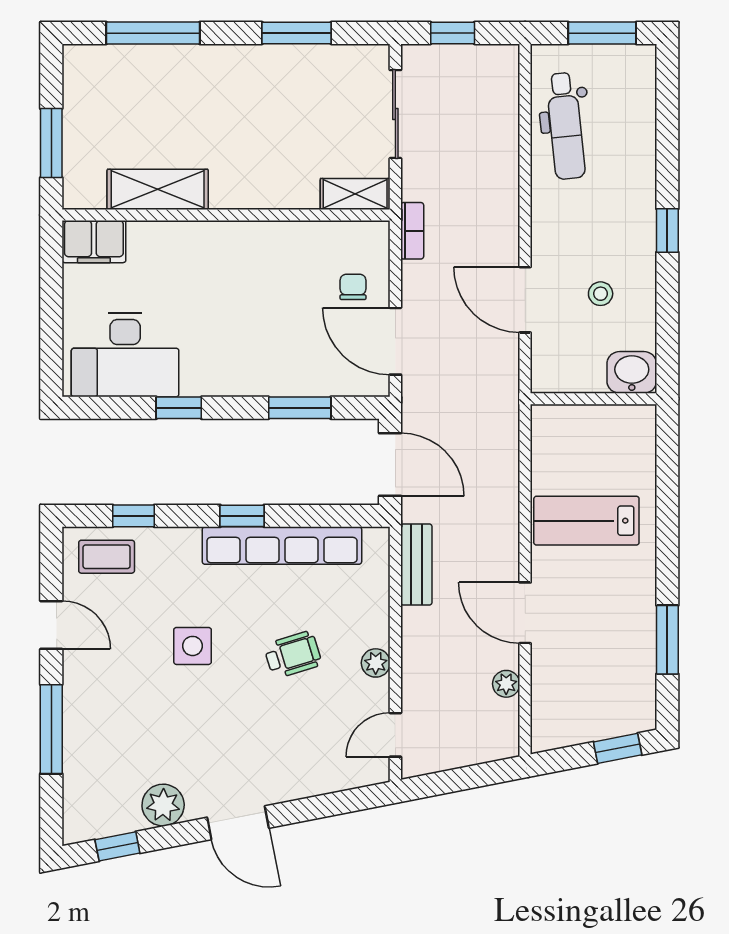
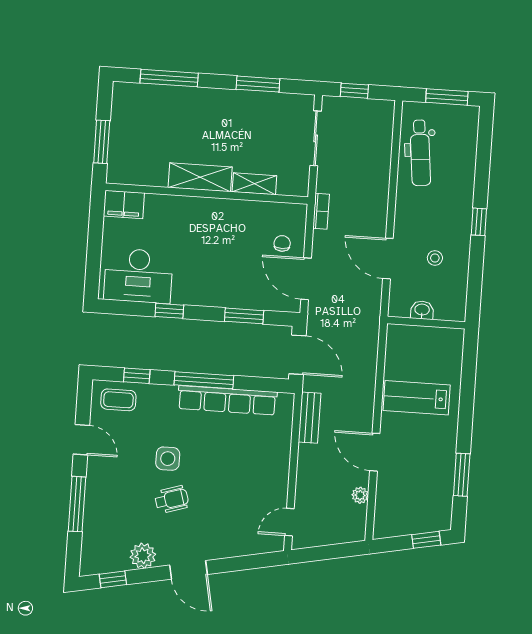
shelving: (158, 189) -> (200, 177), moved
shelving: (355, 194) -> (254, 184), moved
washbasin: (632, 372) -> (422, 310), moved, width x0.72, depth x0.69
window: (242, 516) -> (204, 380), width x2.17
wheelchair: (293, 655) -> (172, 499), moved
plant: (376, 663) -> (280, 477), removed

